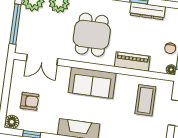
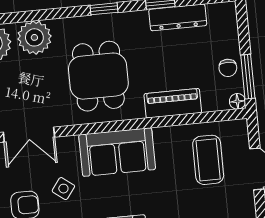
side table: (55, 97) -> (63, 189), added

